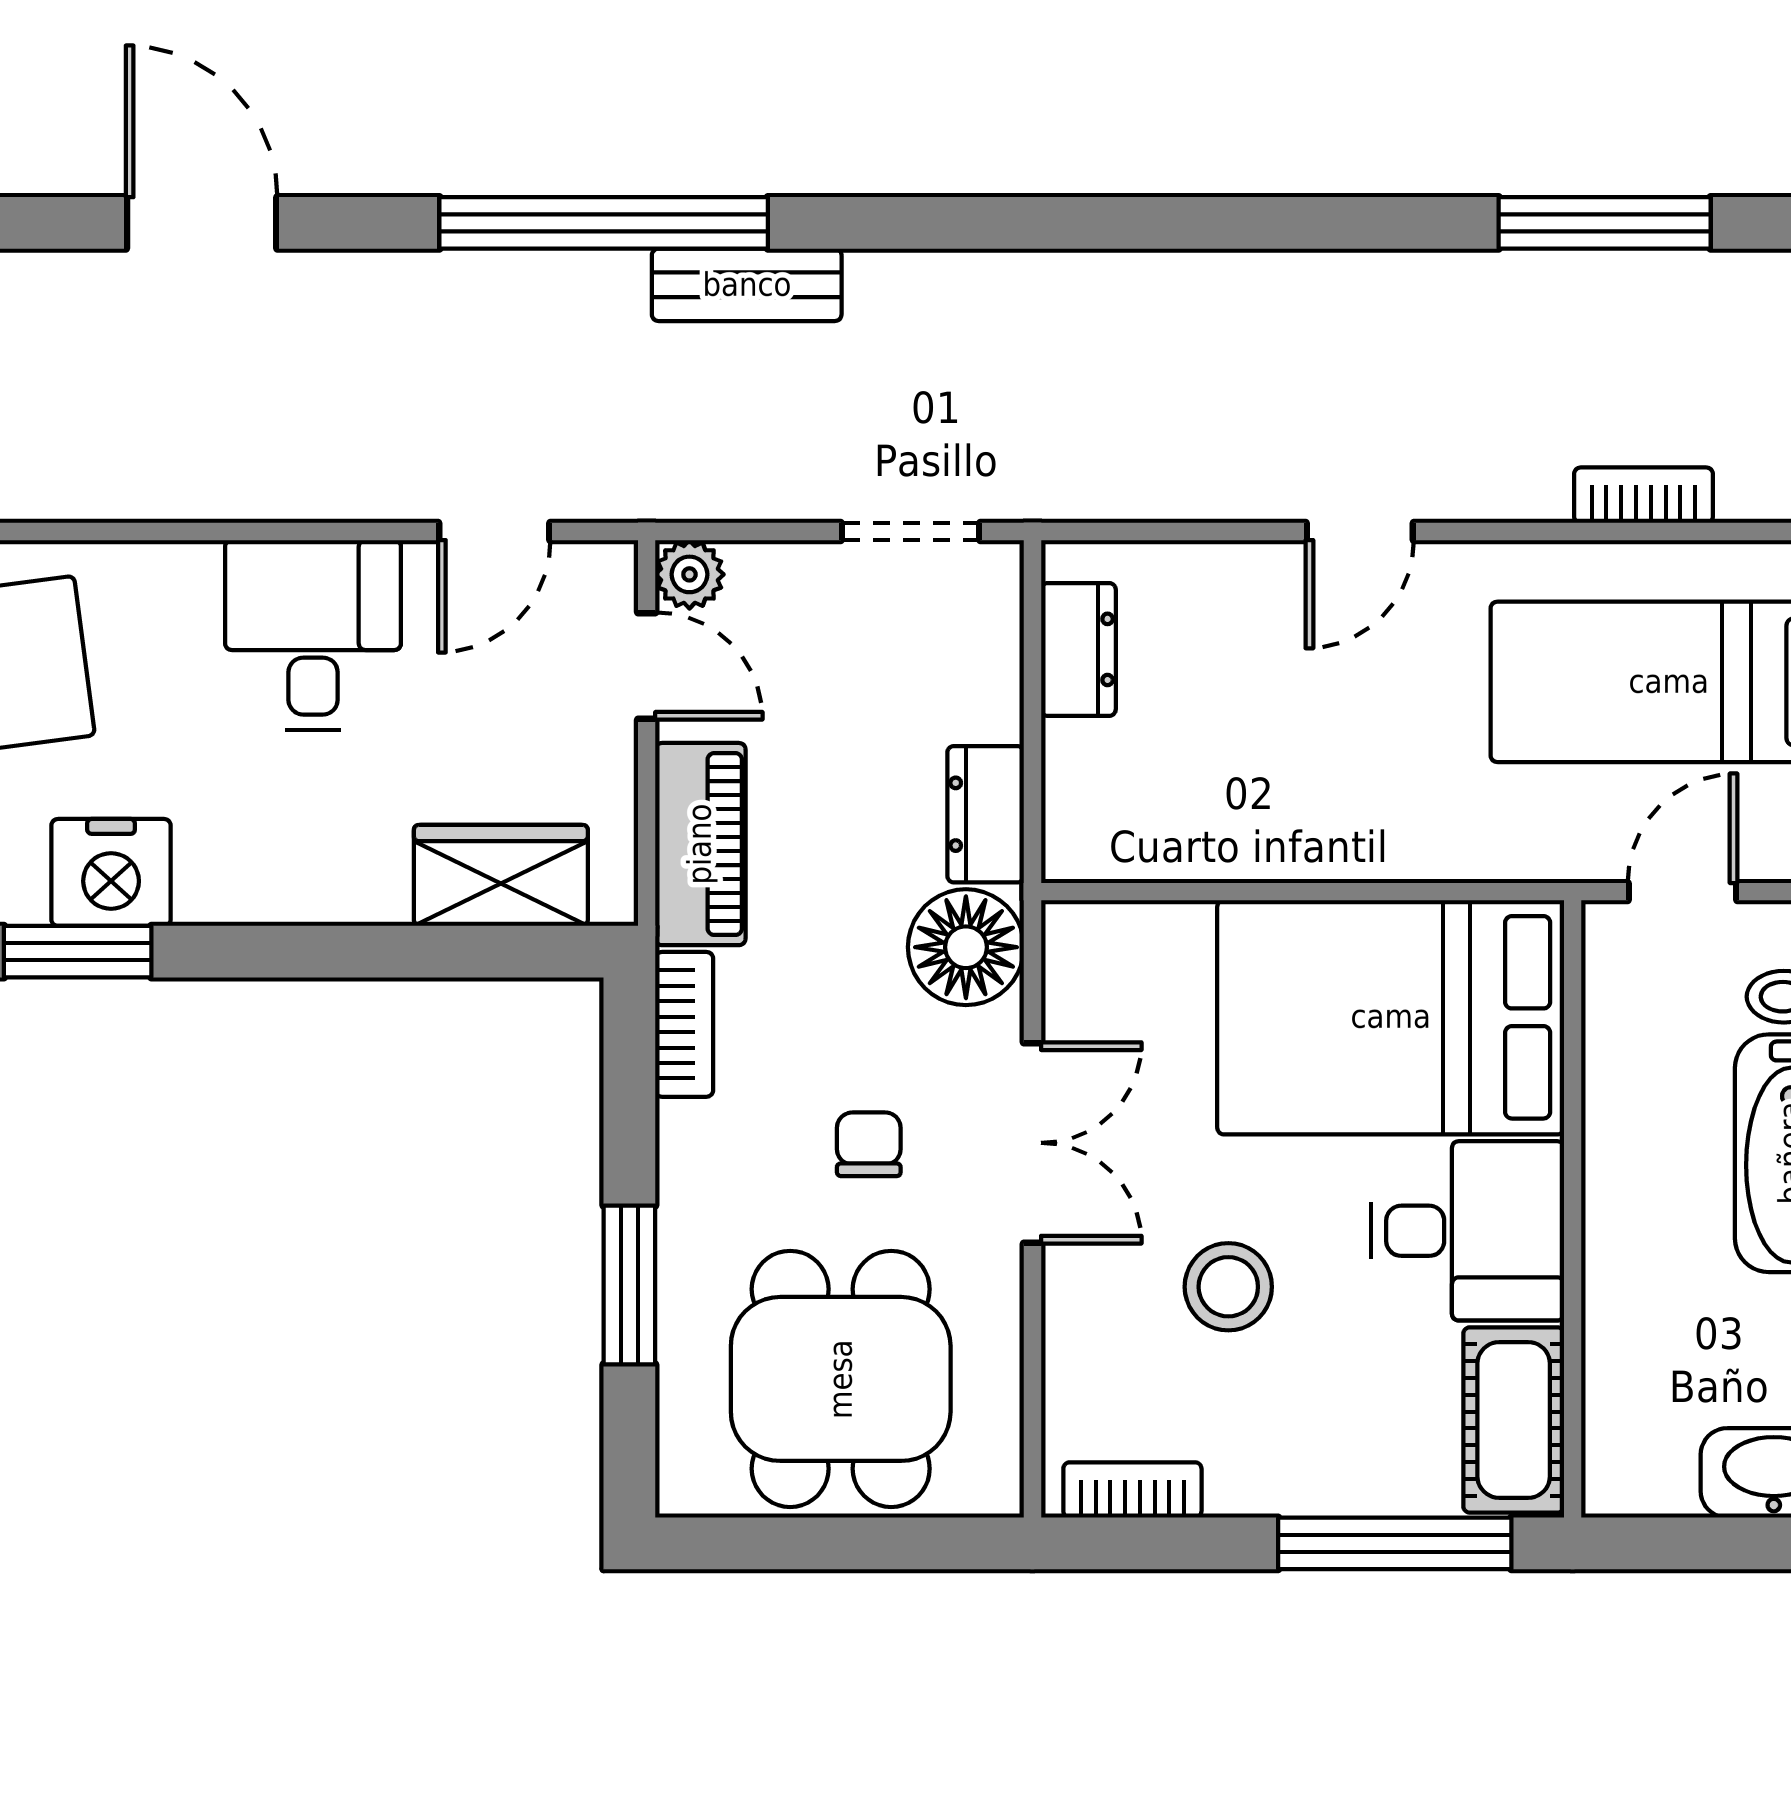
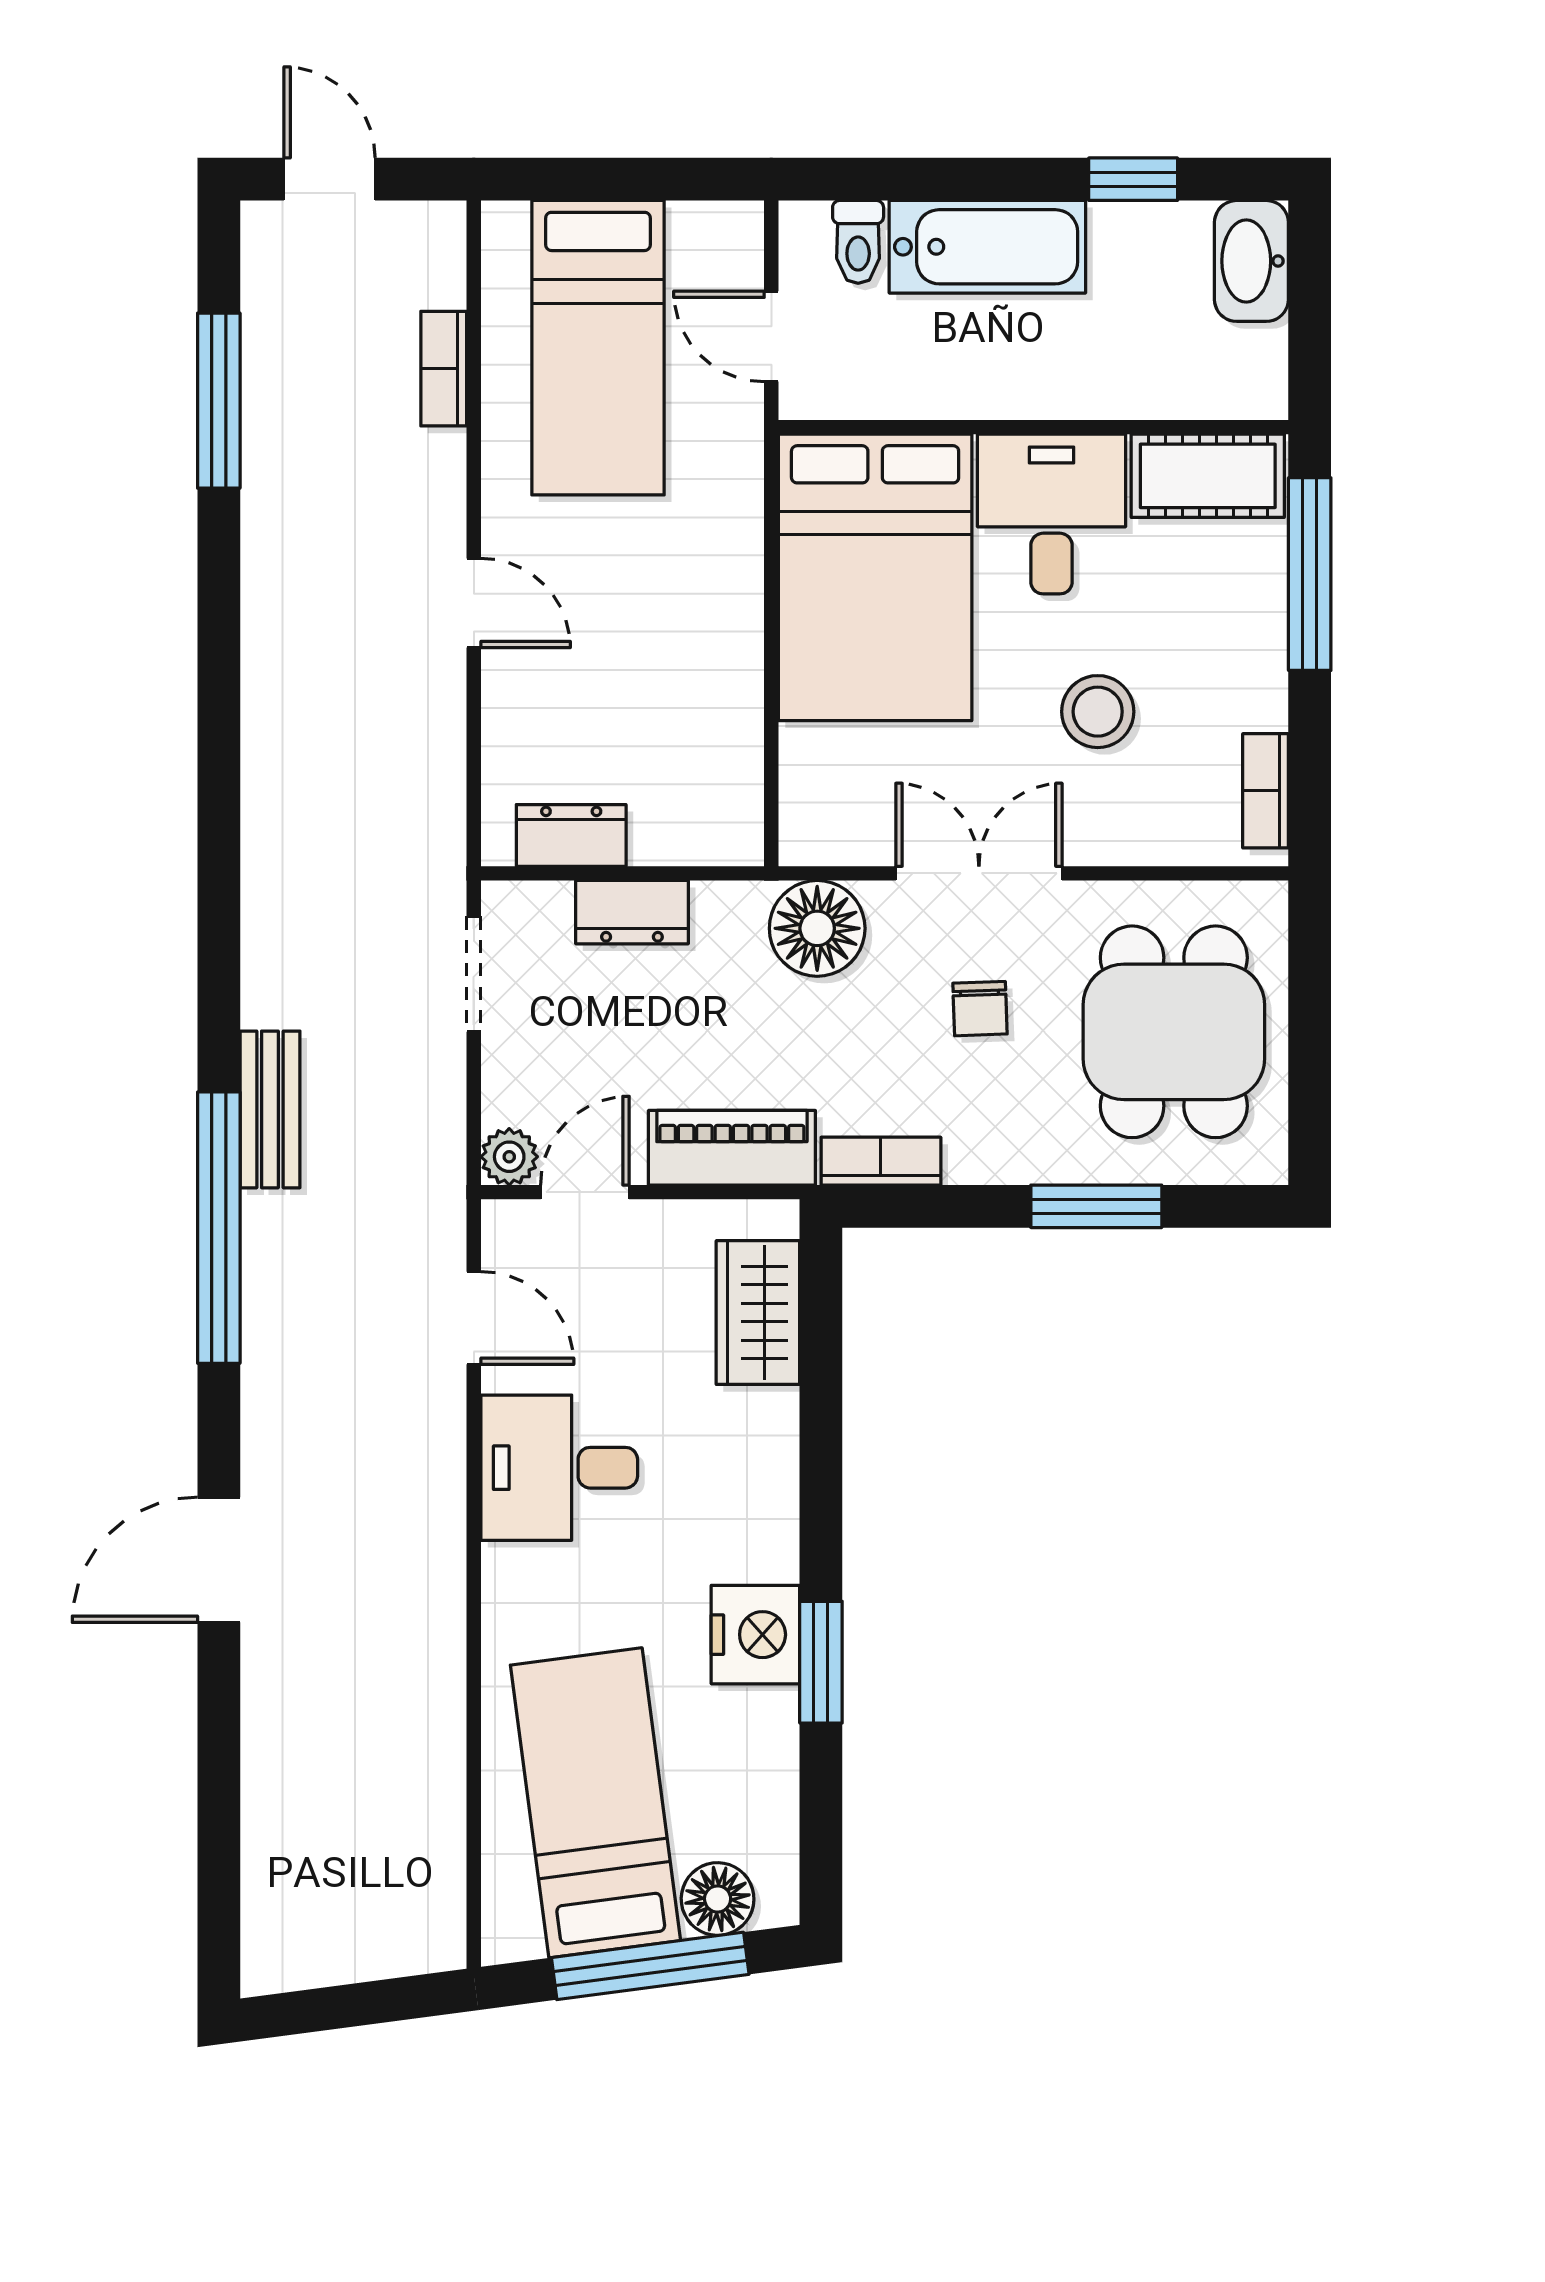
dresser: (986, 814) -> (632, 912), moved
chair: (869, 1144) -> (980, 1009), turned -92
dining table: (841, 1379) -> (1174, 1032), turned 90

